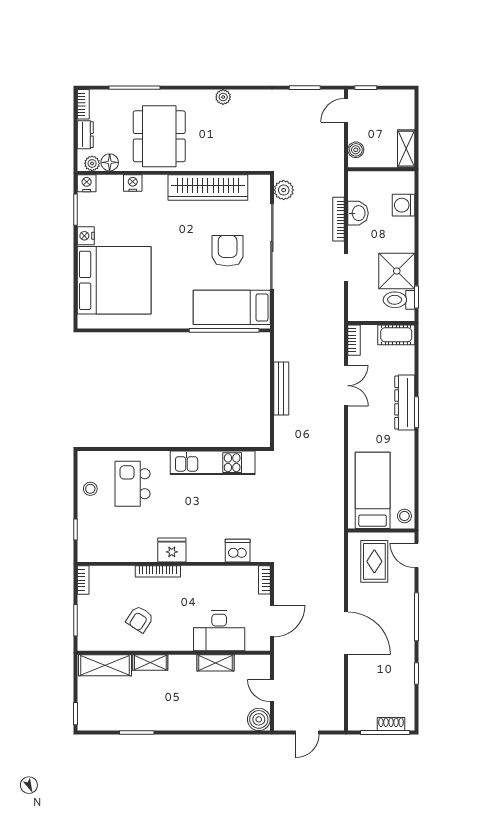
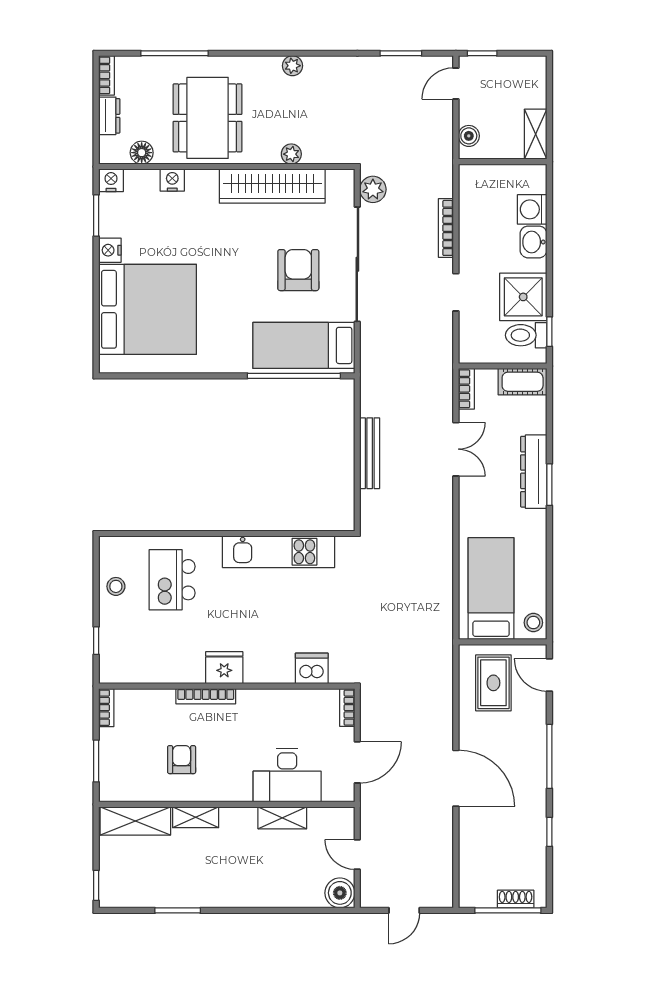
plant: (92, 163) -> (291, 154), moved
washbasin: (358, 213) -> (533, 242), moved, turned 180
armchair: (140, 619) -> (182, 760), turned 147

